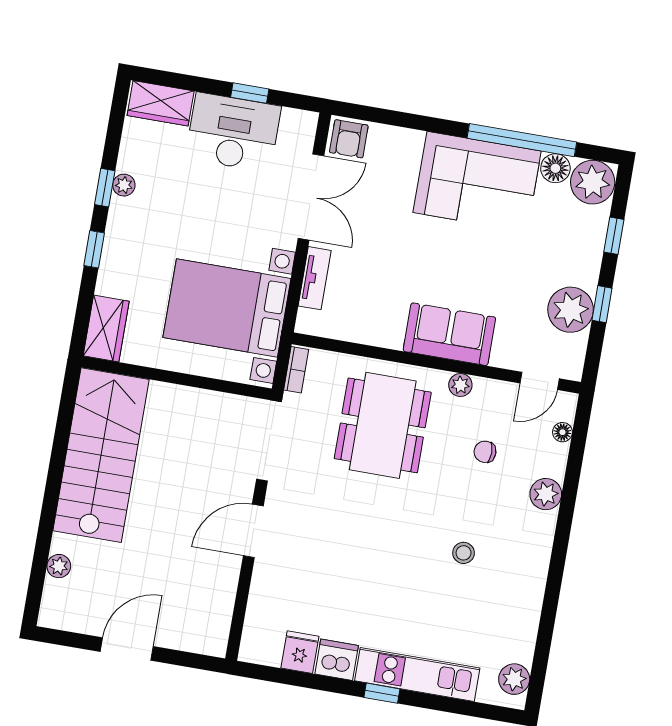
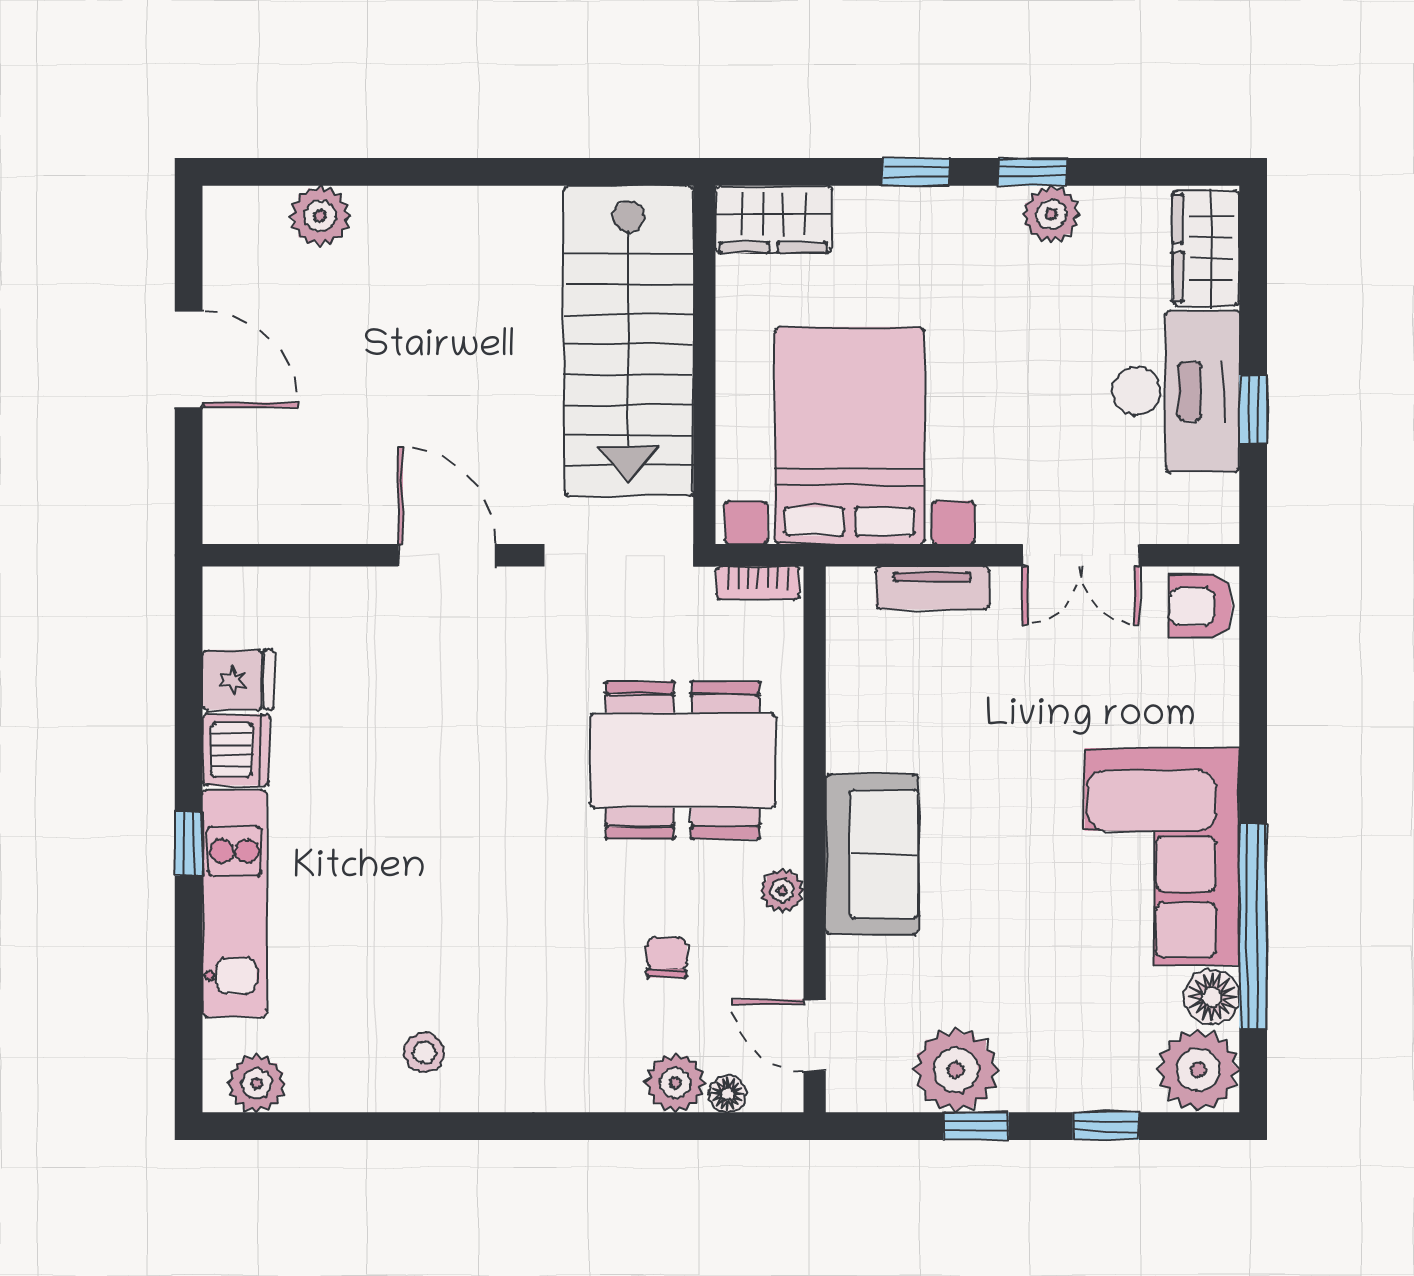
plant: (124, 185) -> (1051, 214), width x1.38, depth x1.38
double door: (311, 197) -> (1081, 555), width x0.73
stairs: (101, 455) -> (629, 341), moved, turned 90
plant: (546, 494) -> (675, 1083), moved
stool: (464, 553) -> (424, 1053), moved
plant: (59, 566) -> (320, 216), width x1.38, depth x1.38

